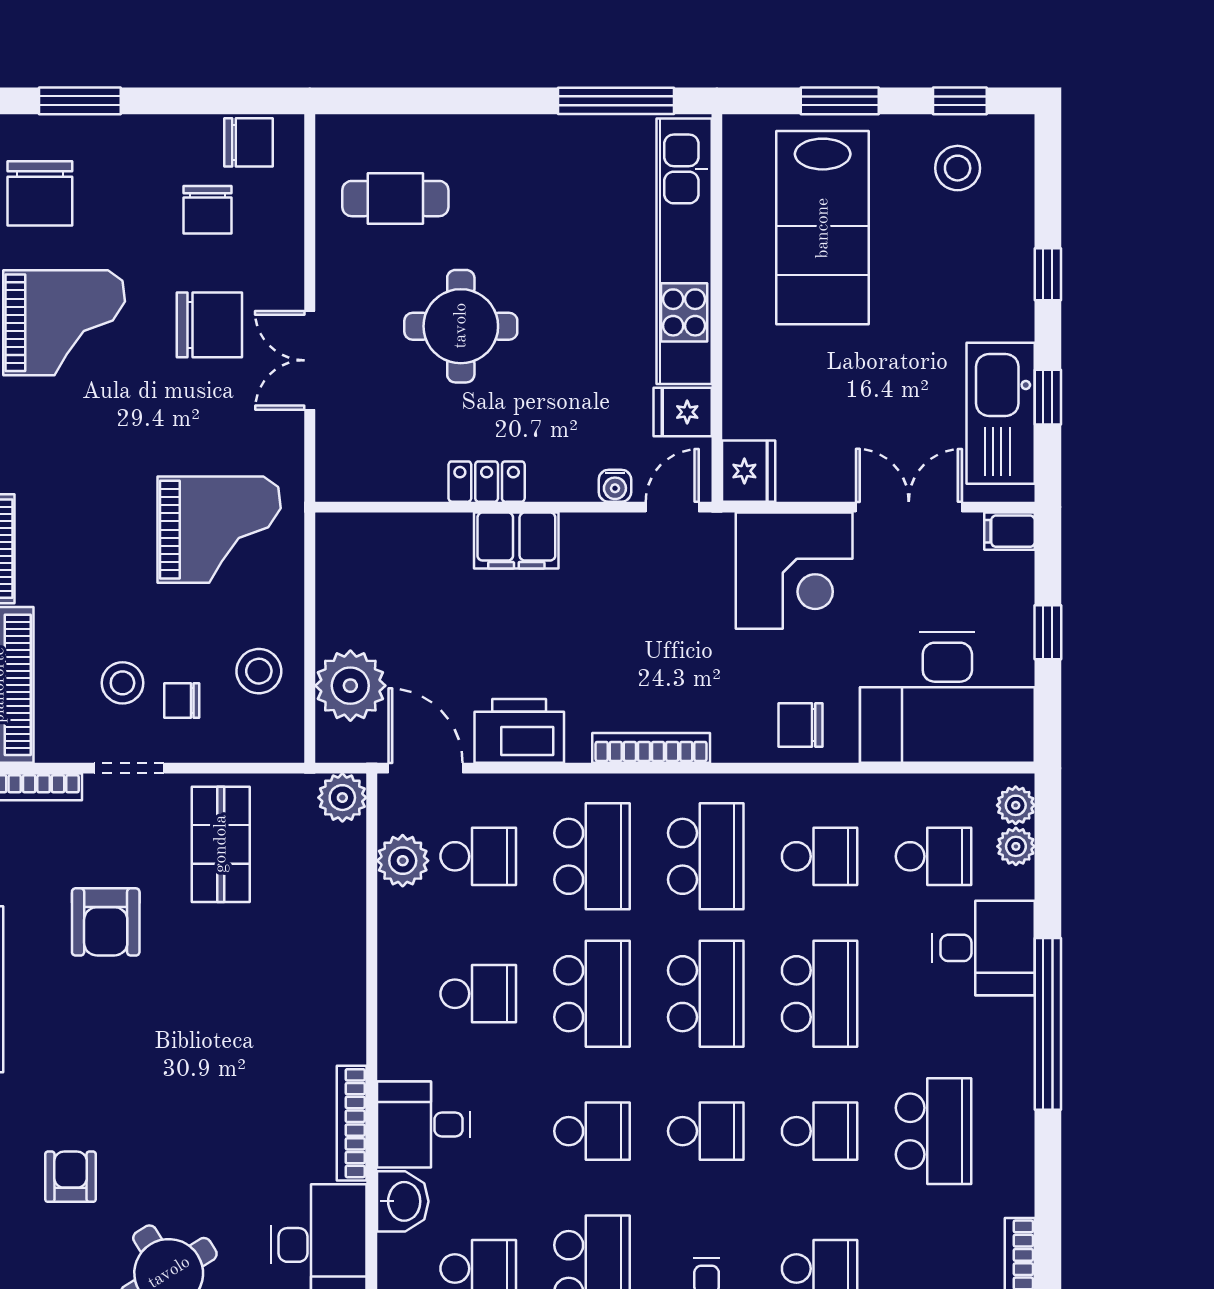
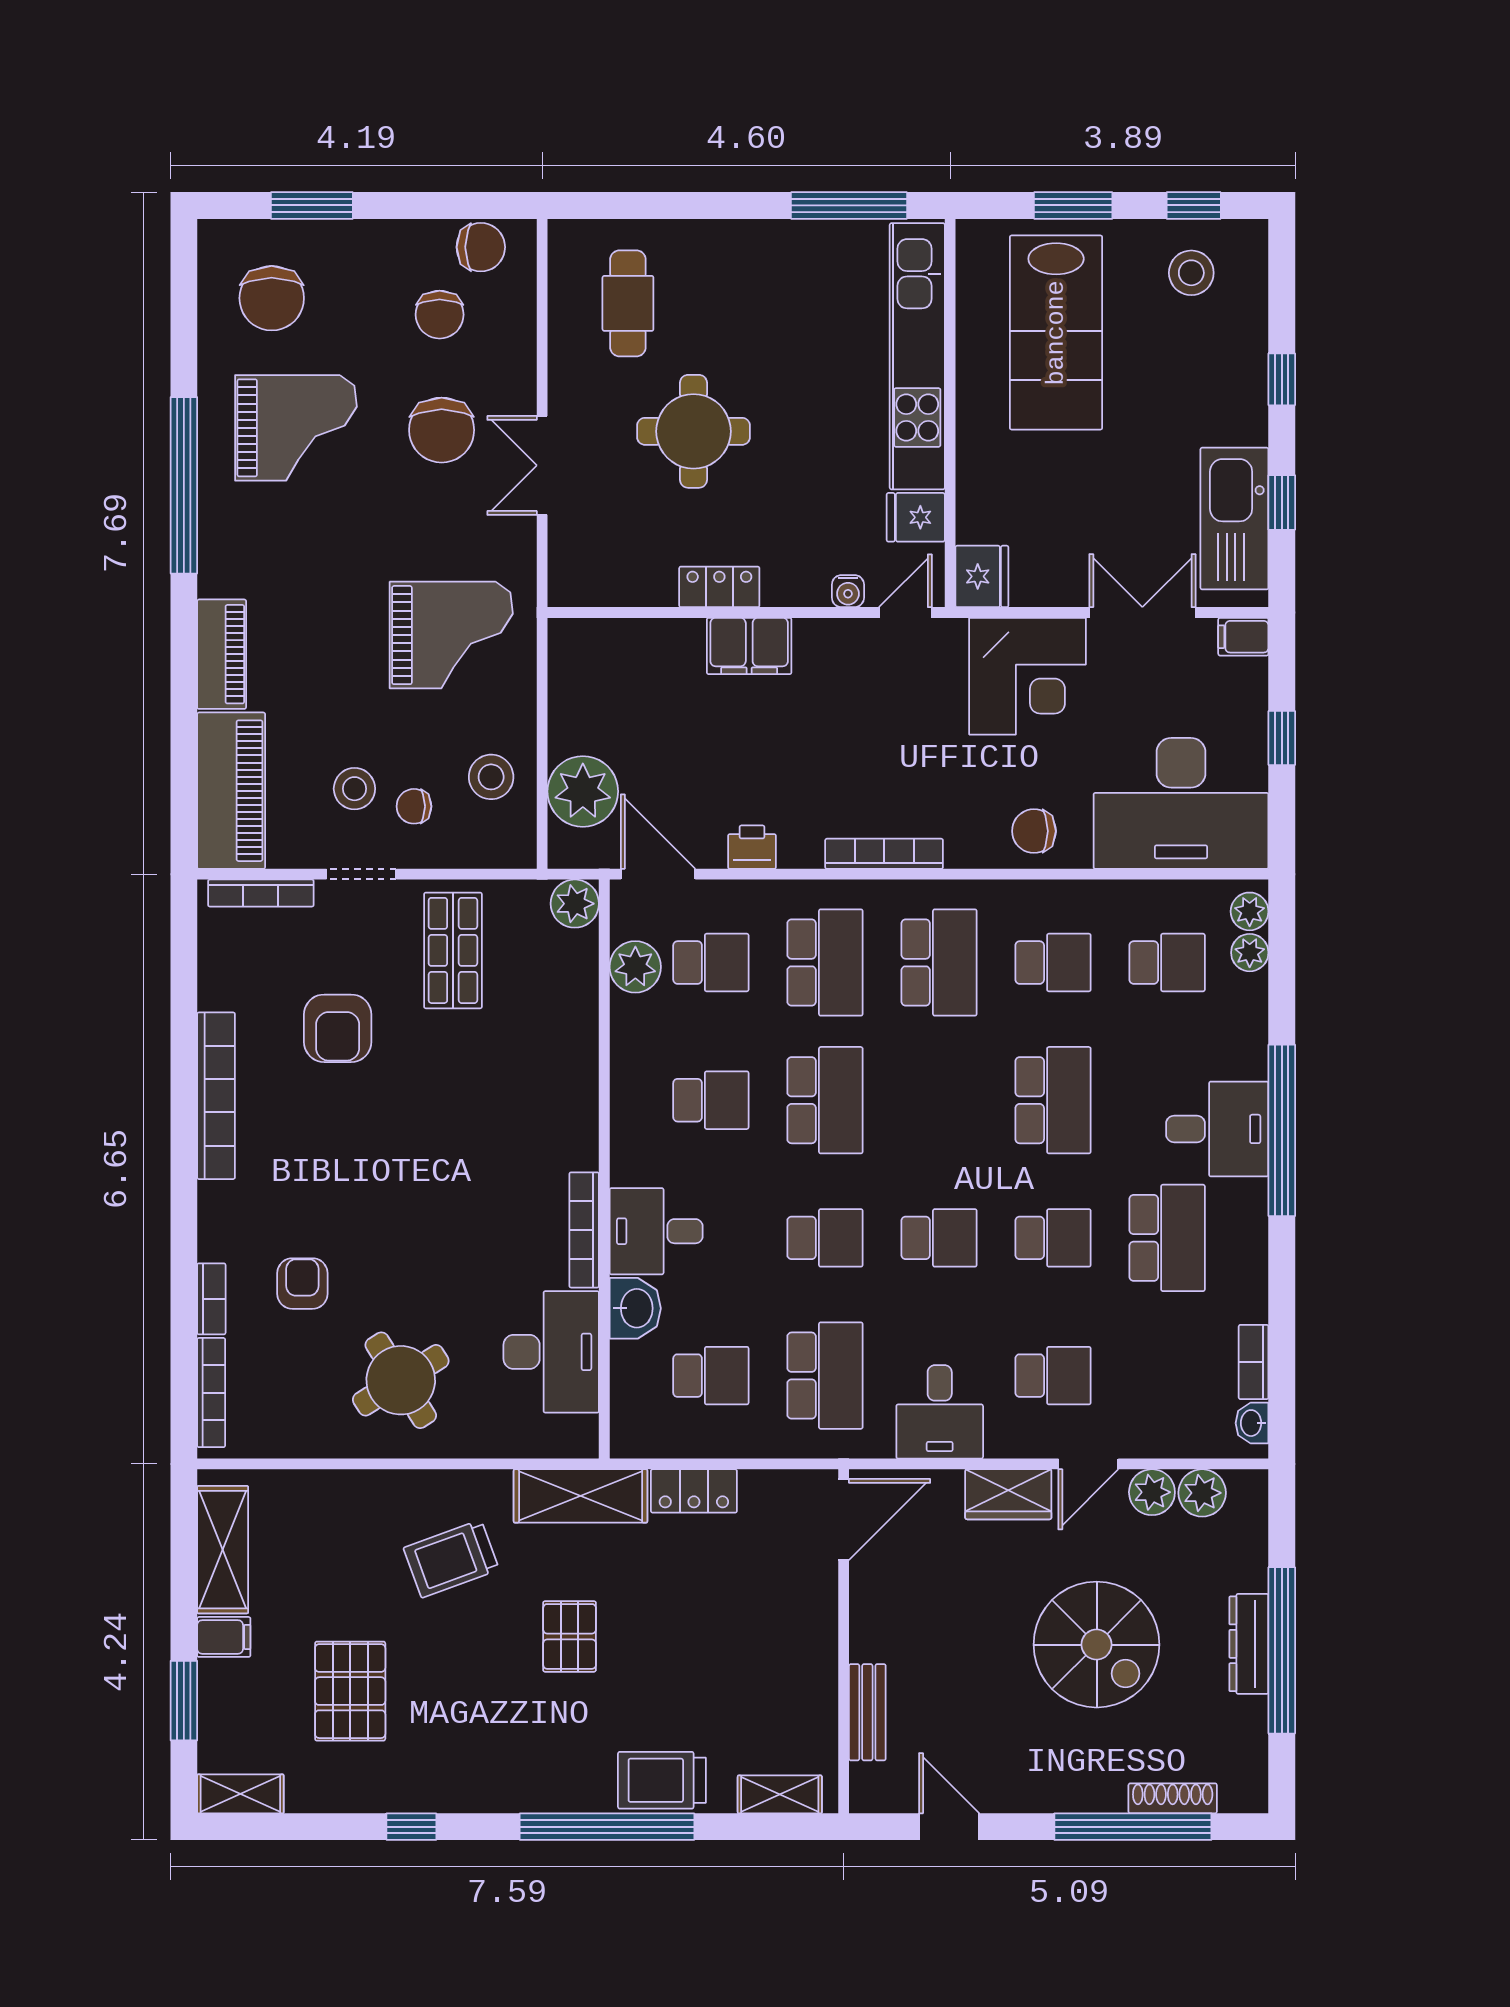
cafe table: (395, 199) -> (628, 303), turned 90
chair: (209, 325) -> (442, 430), turned 90
printer: (519, 731) -> (752, 847), width x0.53, depth x0.68
desk: (984, 948) -> (1217, 1129), moved
school desk: (706, 994) -> (939, 1100), removed

